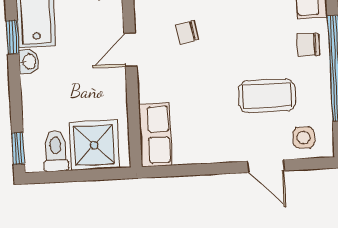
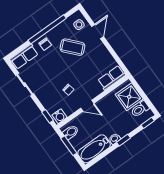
window: (13, 37) -> (123, 140), moved
coffee table: (267, 96) -> (72, 47), turned -42

